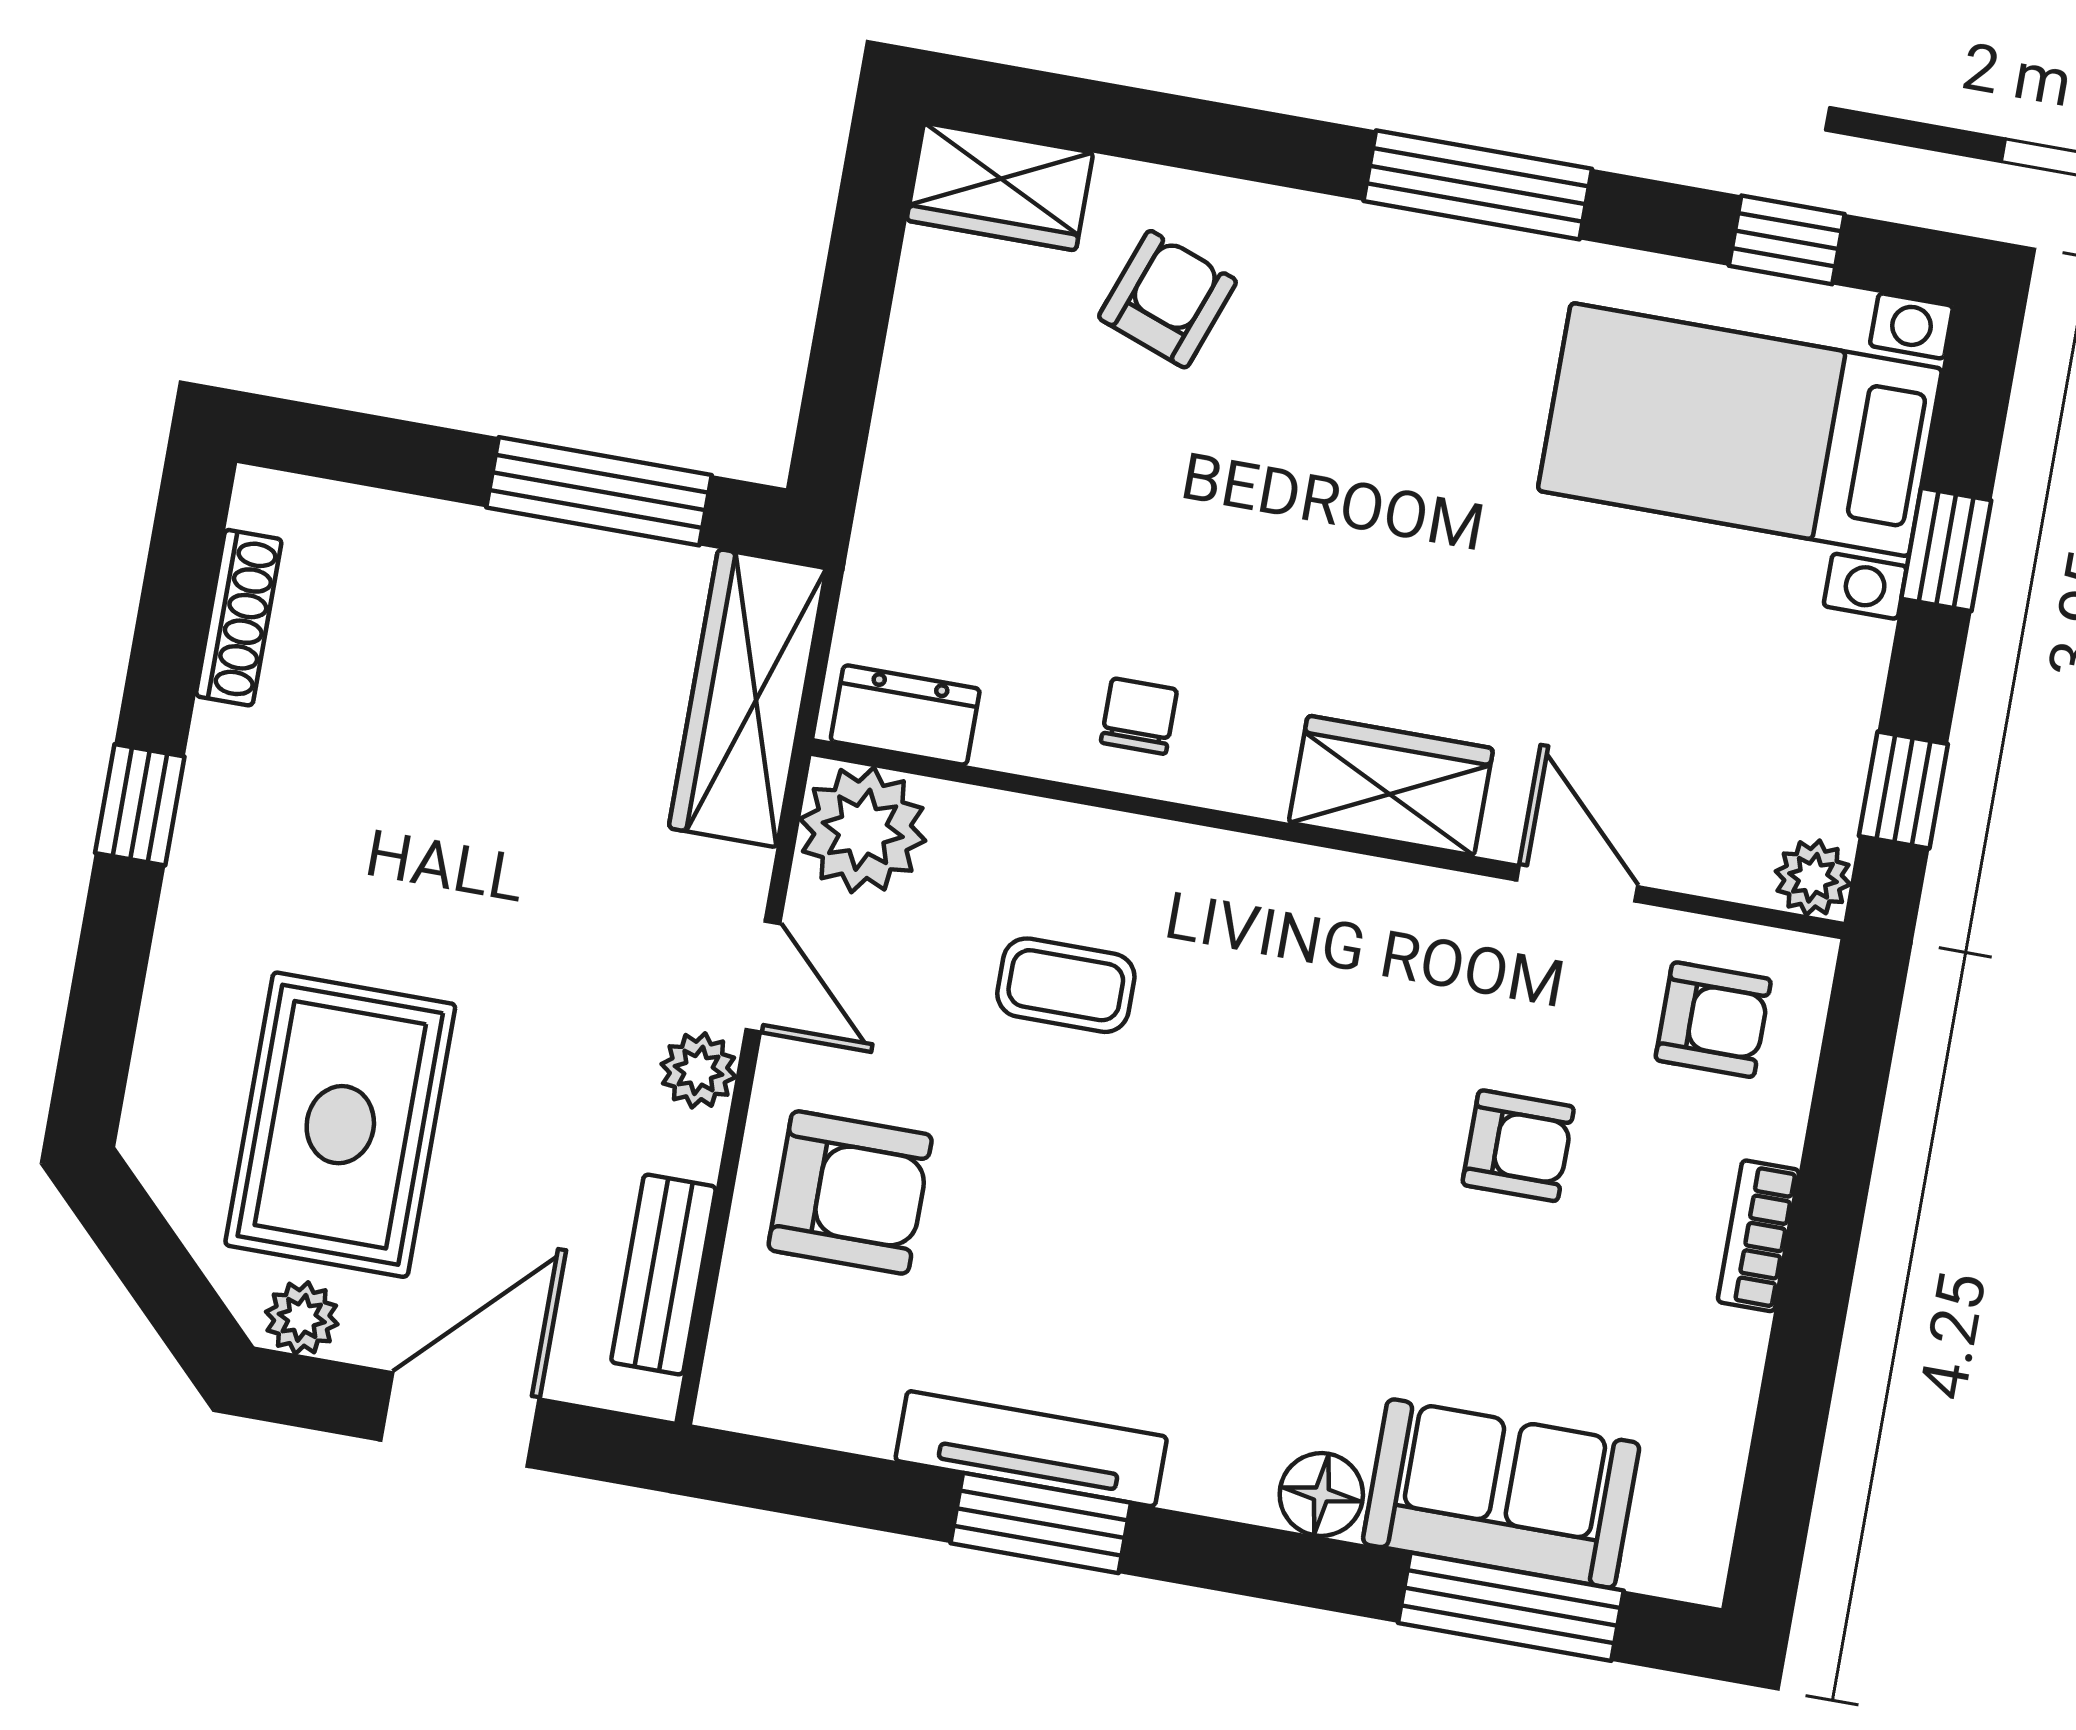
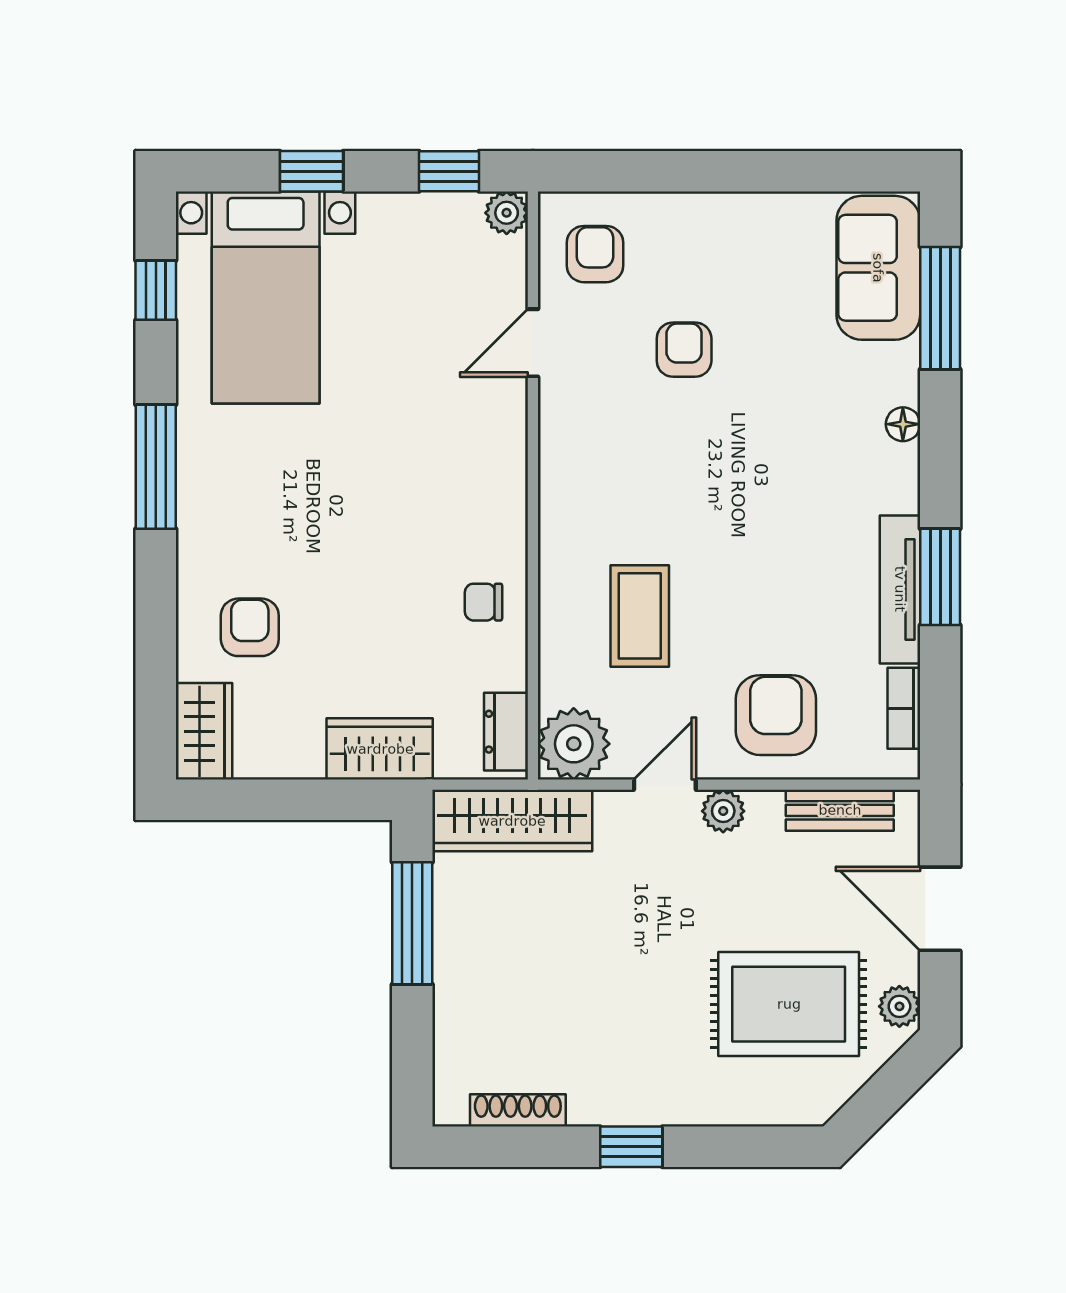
armchair: (1167, 299) -> (250, 627), turned 70
wardrobe: (1391, 786) -> (380, 749), moved, turned 90
coffee table: (1066, 985) -> (640, 616), width x1.36, depth x1.30
bookcase: (1758, 1236) -> (904, 708), moved, turned 90
sofa: (1501, 1493) -> (878, 268), moved
floor lamp: (1321, 1494) -> (903, 424), width x0.73, depth x0.73

